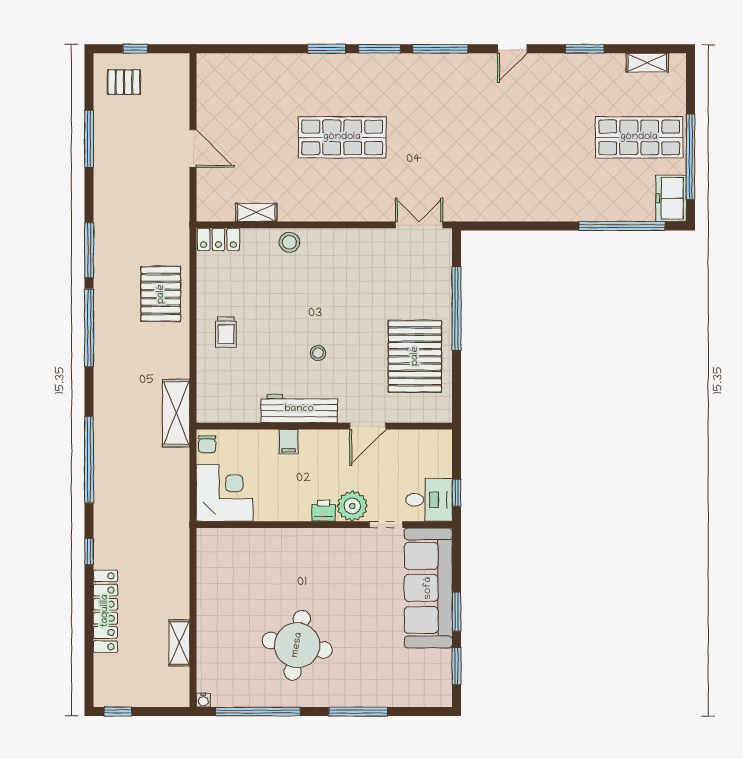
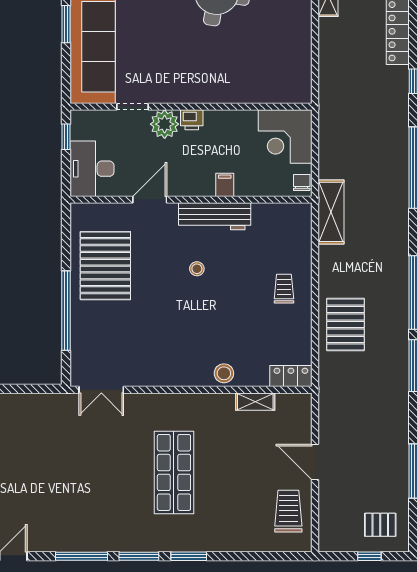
trolley: (221, 97) -> (288, 511), added
shop shelf: (342, 137) -> (174, 472), turned 90
desk: (429, 500) -> (92, 169), moved, width x1.37

